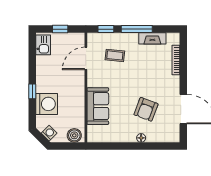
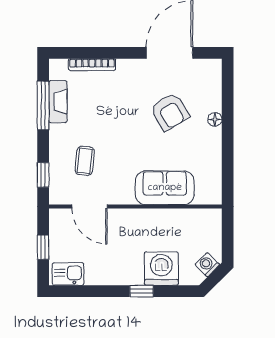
window: (137, 29) -> (43, 105), moved
armchair: (146, 109) -> (170, 112), turned 38
boiler: (74, 135) -> (211, 225), removed

